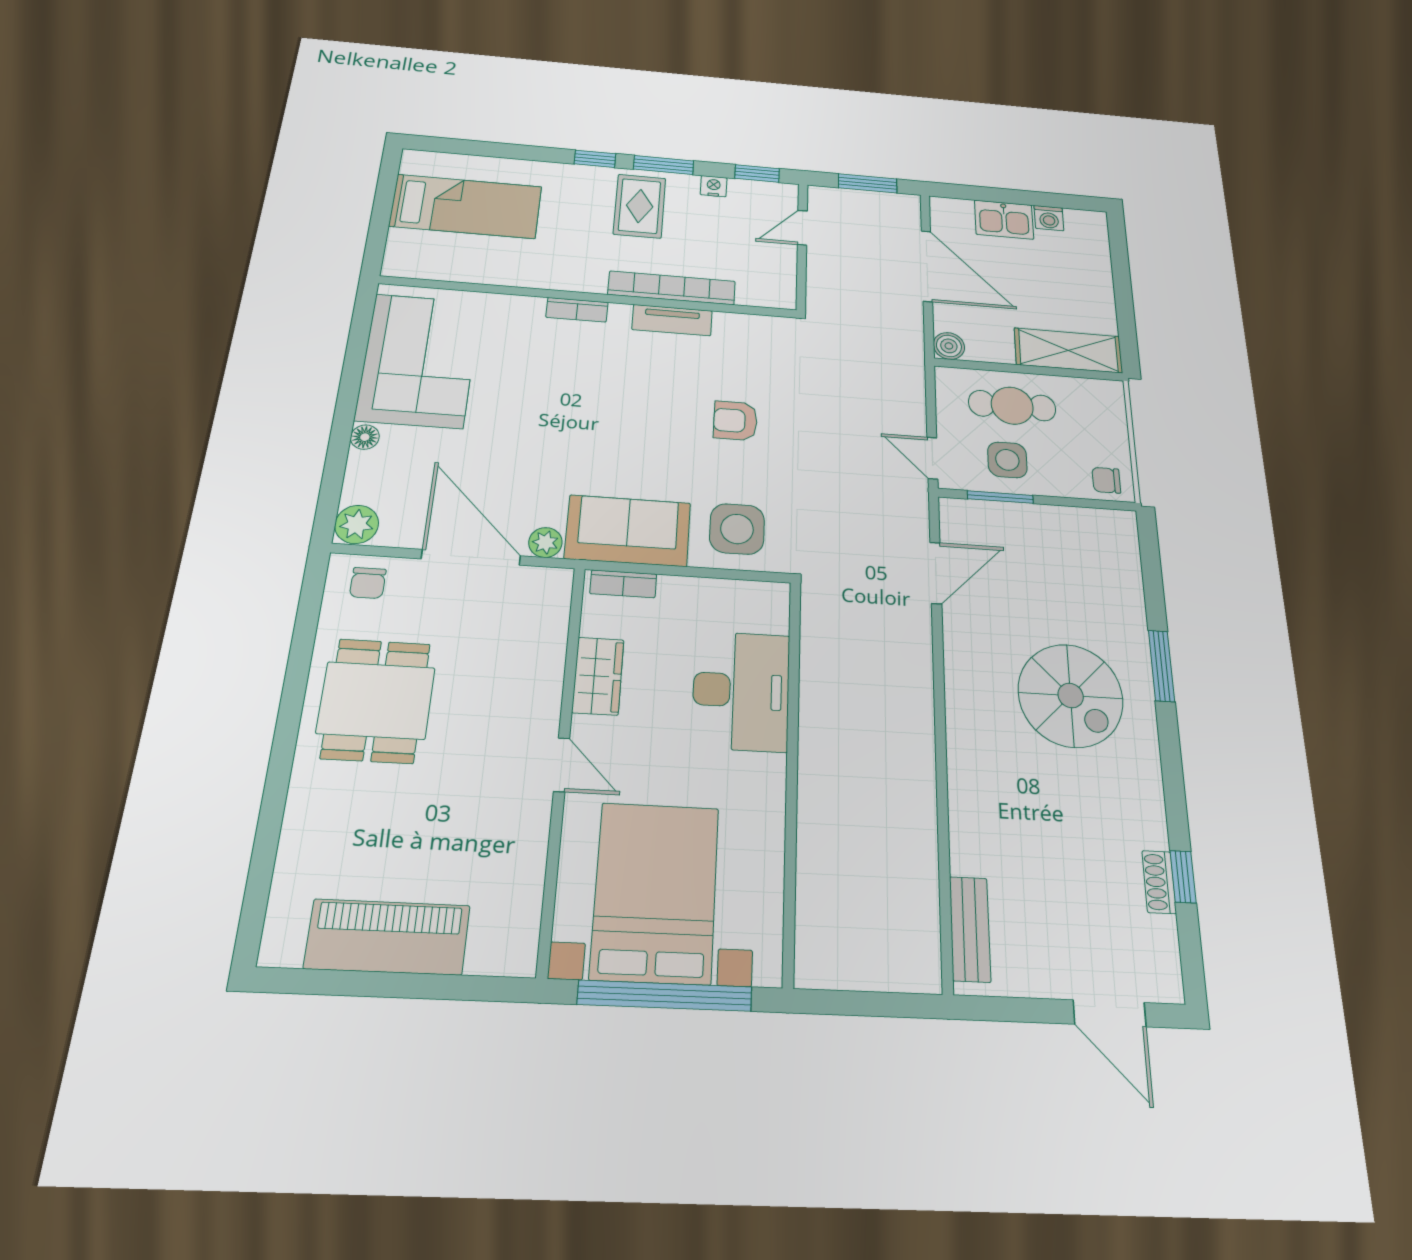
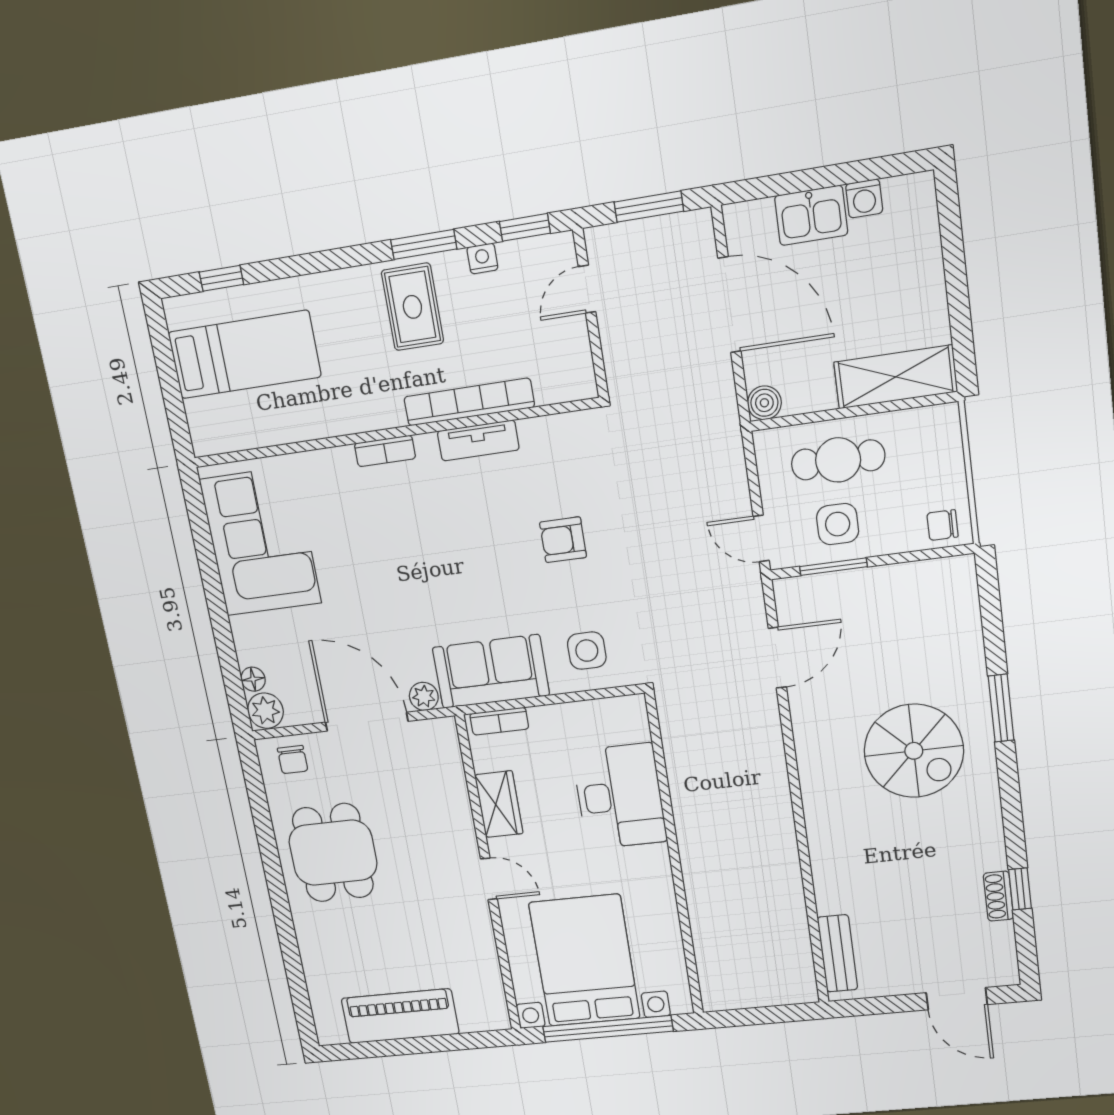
window: (595, 159) -> (221, 278), moved
floor lamp: (365, 437) -> (253, 679), moved
side table: (737, 529) -> (587, 651), width x0.73, depth x0.73

